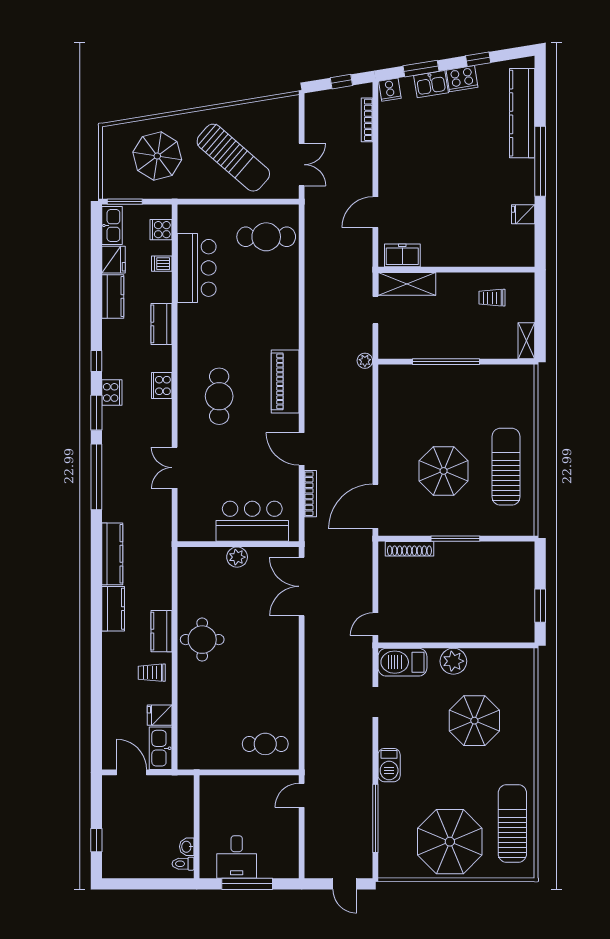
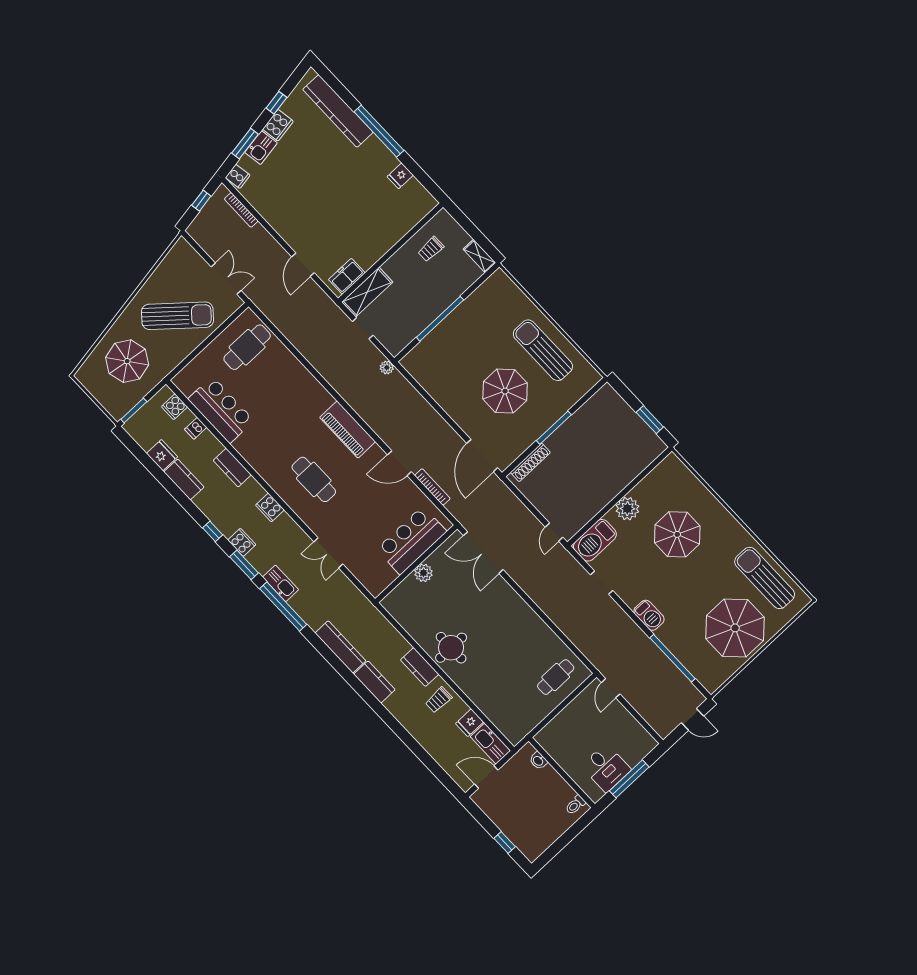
kitchen sink: (112, 226) -> (281, 583), moved
washbasin: (187, 847) -> (538, 761), moved

